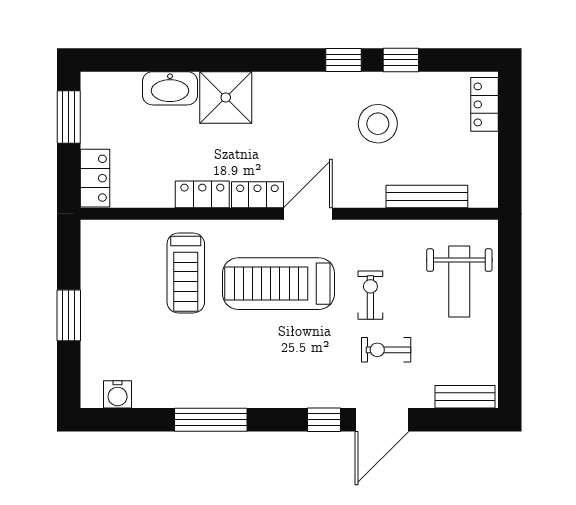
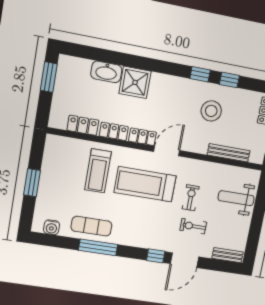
locker: (95, 178) -> (83, 125), moved, turned -90
weight bench: (459, 281) -> (236, 198), turned 90
exercise mat: (191, 380) -> (91, 226), added

